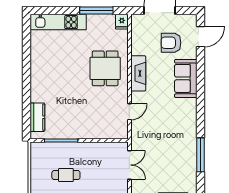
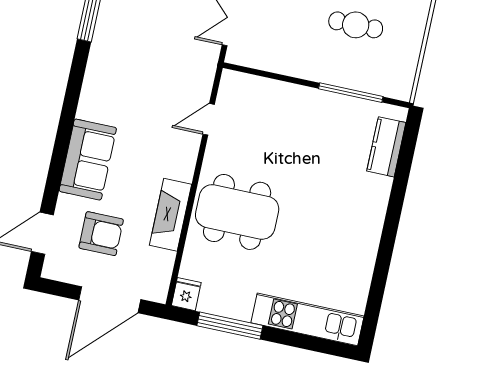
dining table: (105, 68) -> (237, 212), width x1.38
fireplace: (138, 73) -> (171, 215), moved

